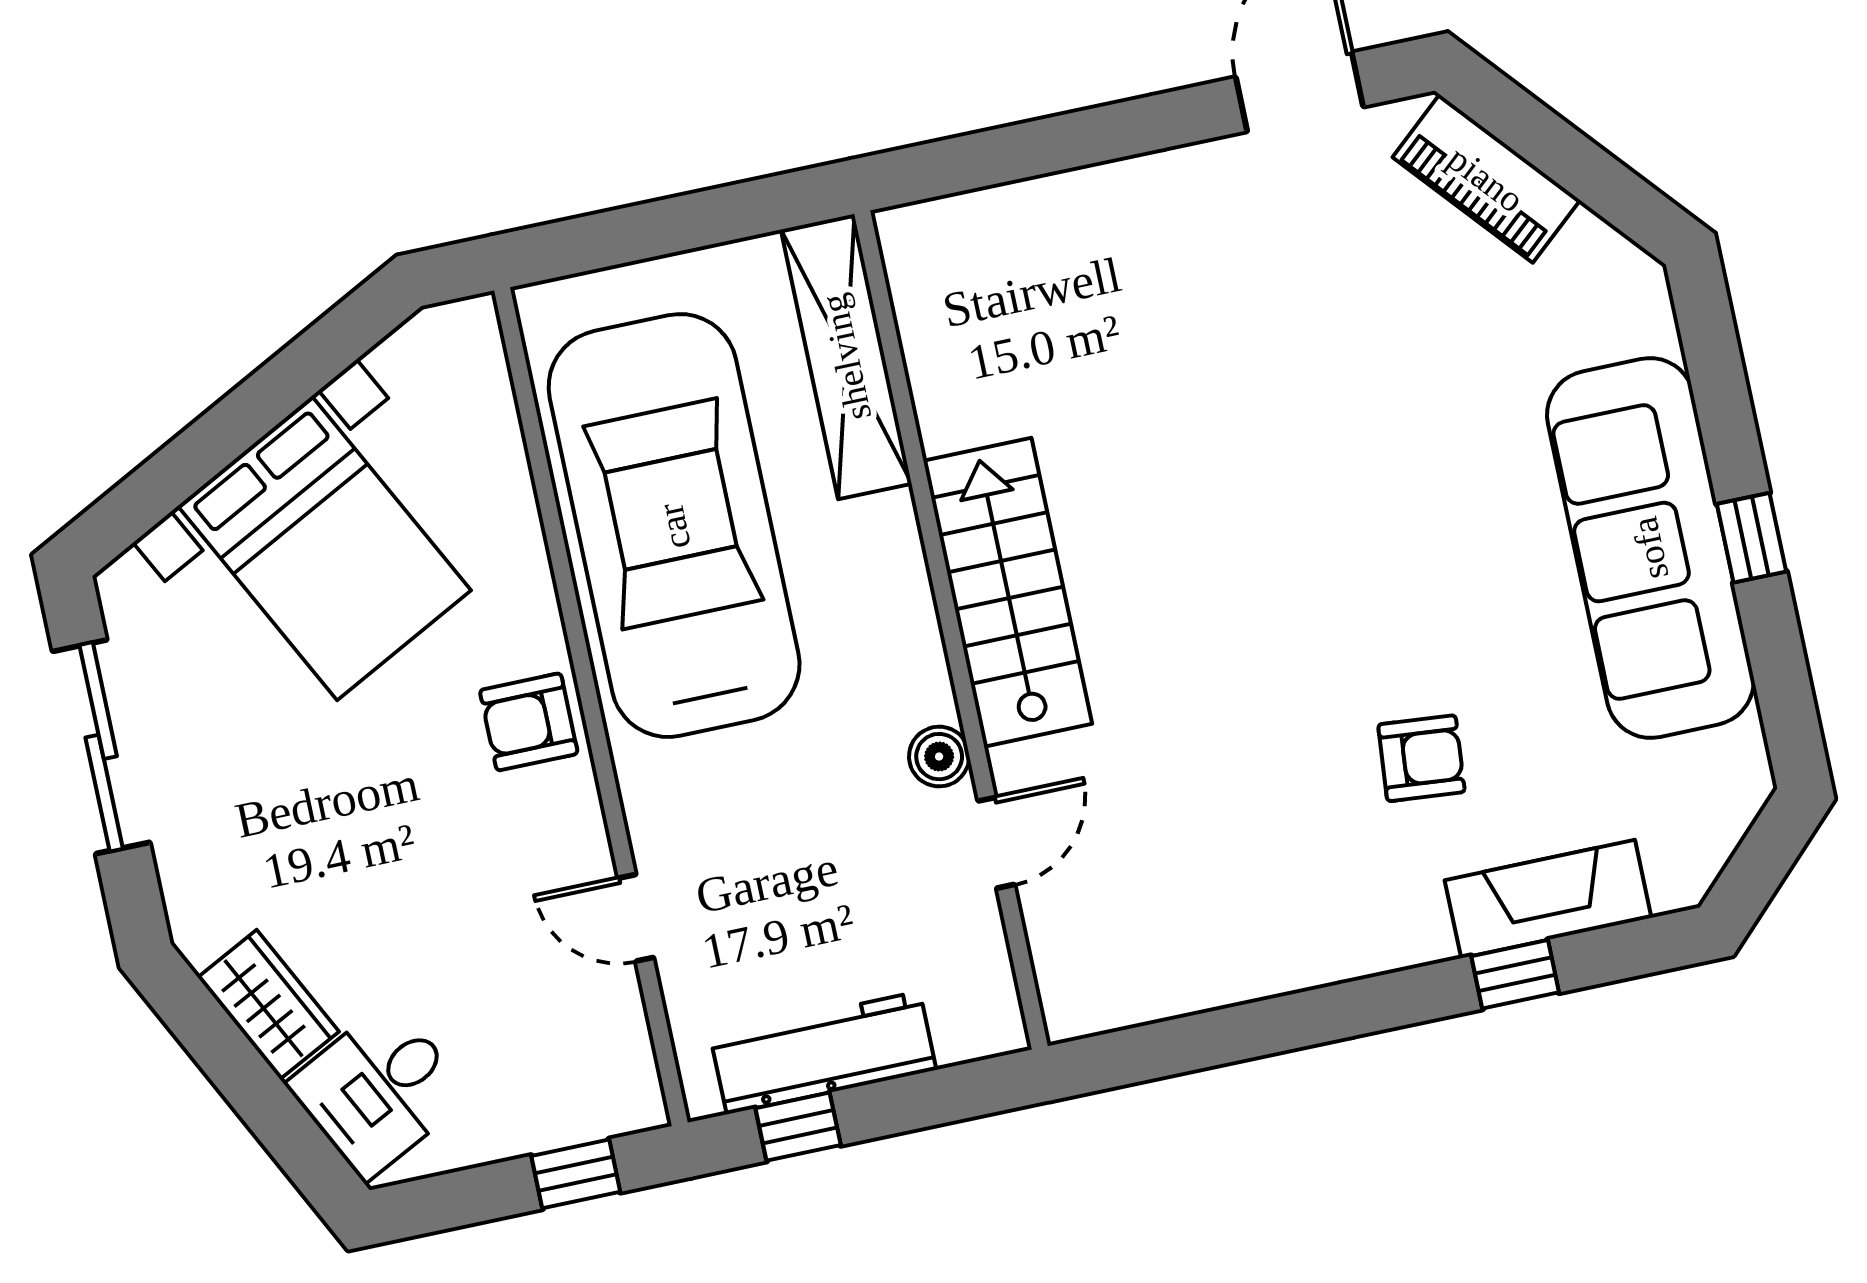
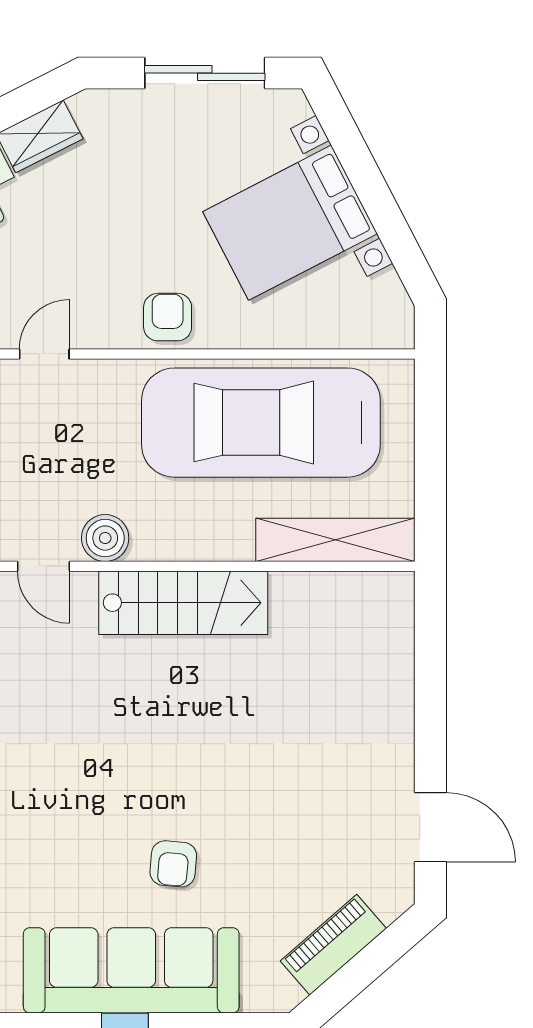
piano: (1486, 179) -> (333, 945), moved
car: (674, 526) -> (261, 423), turned 180
boiler: (939, 757) -> (105, 538), width x1.36, depth x1.36
armchair: (1421, 758) -> (173, 864), moved

